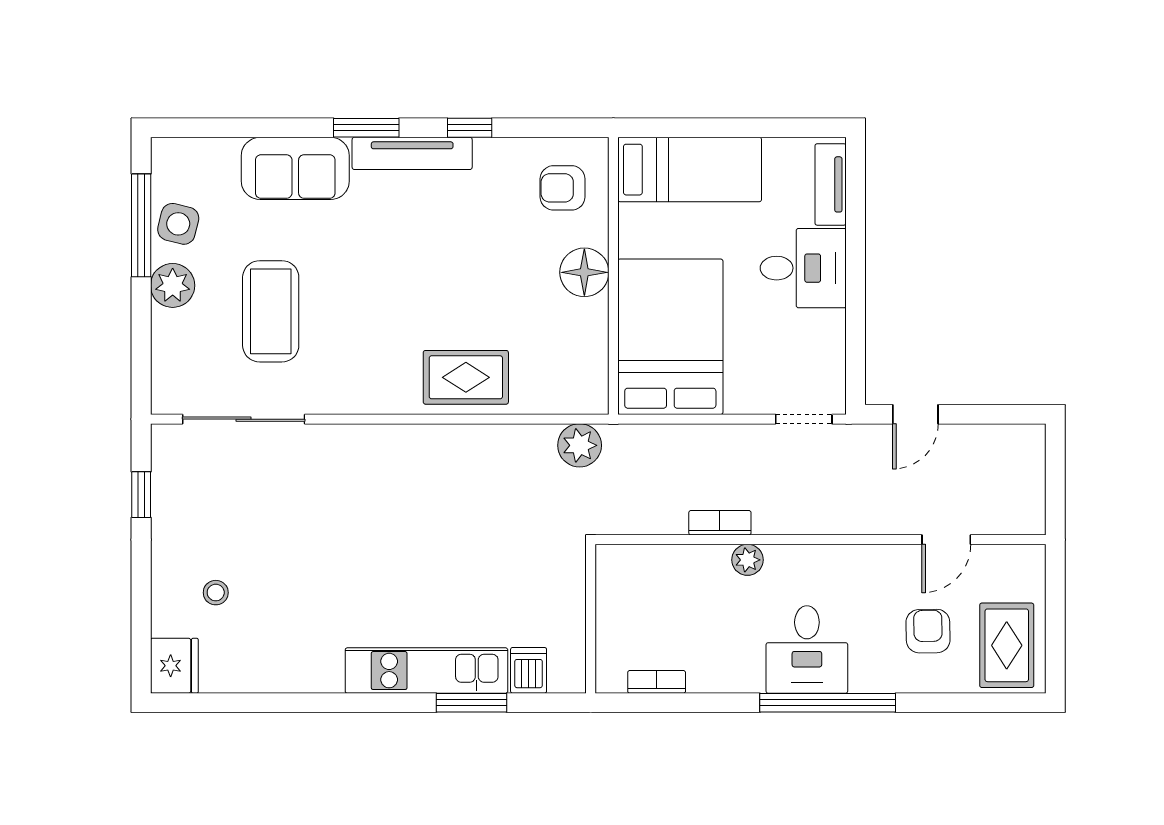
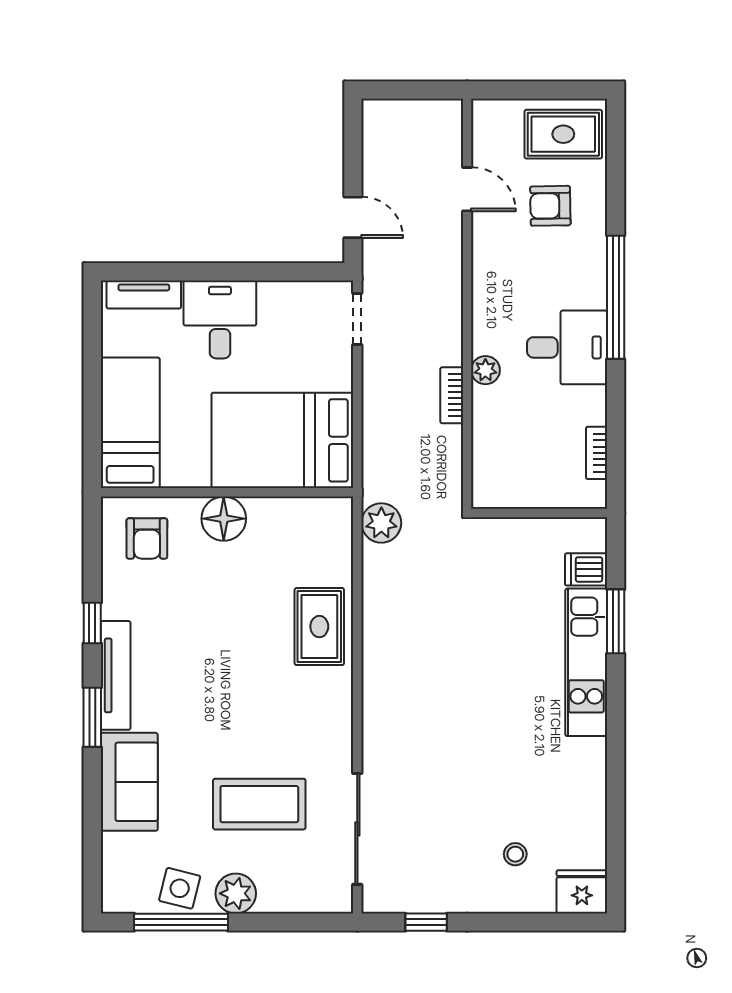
desk: (807, 650) -> (567, 347), moved

